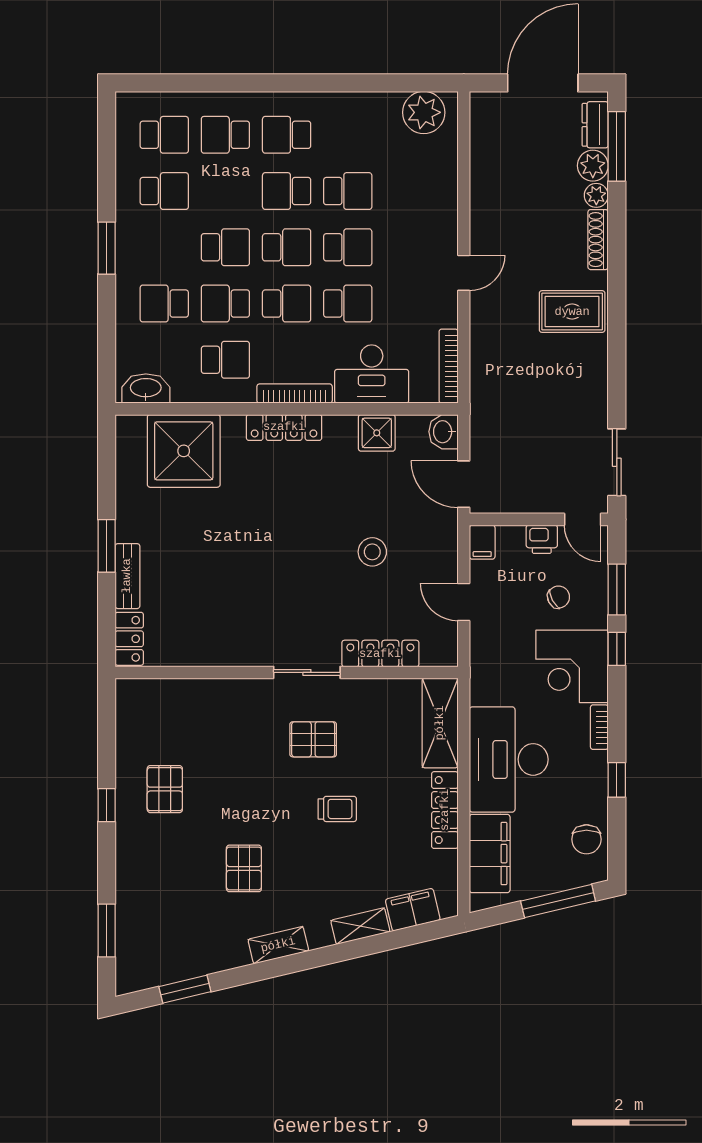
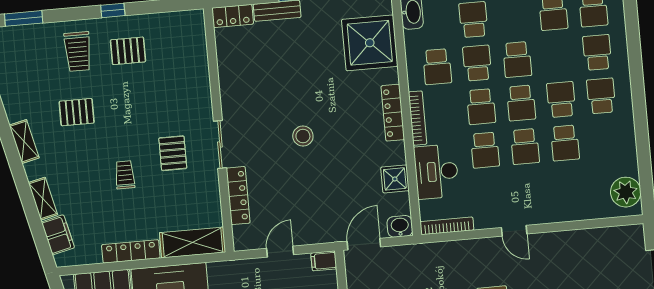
stool: (372, 552) -> (303, 136), moved
trolley: (337, 809) -> (125, 175), turned 180
trolley: (159, 859) -> (78, 51), added

